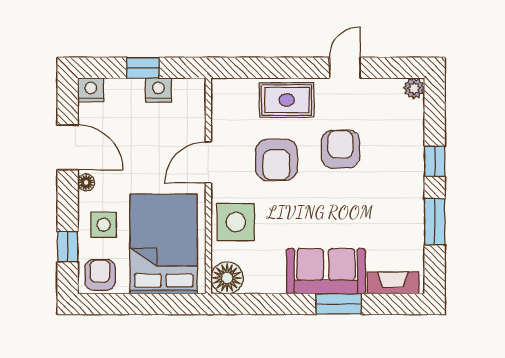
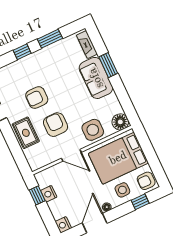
window: (143, 68) -> (37, 195), moved
armchair: (276, 160) -> (55, 125), turned -90

